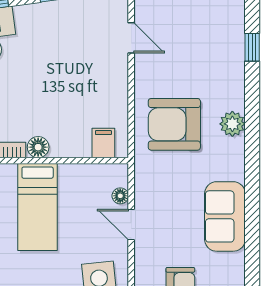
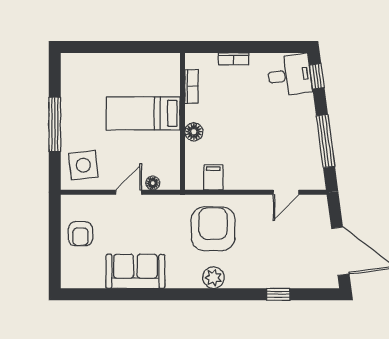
filing cabinet: (103, 143) -> (213, 177), moved, turned -90
floor lamp: (38, 147) -> (194, 132), moved

